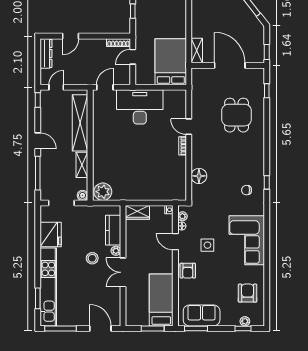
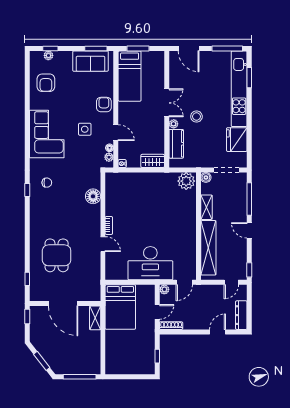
plant: (125, 80) -> (164, 289), added

